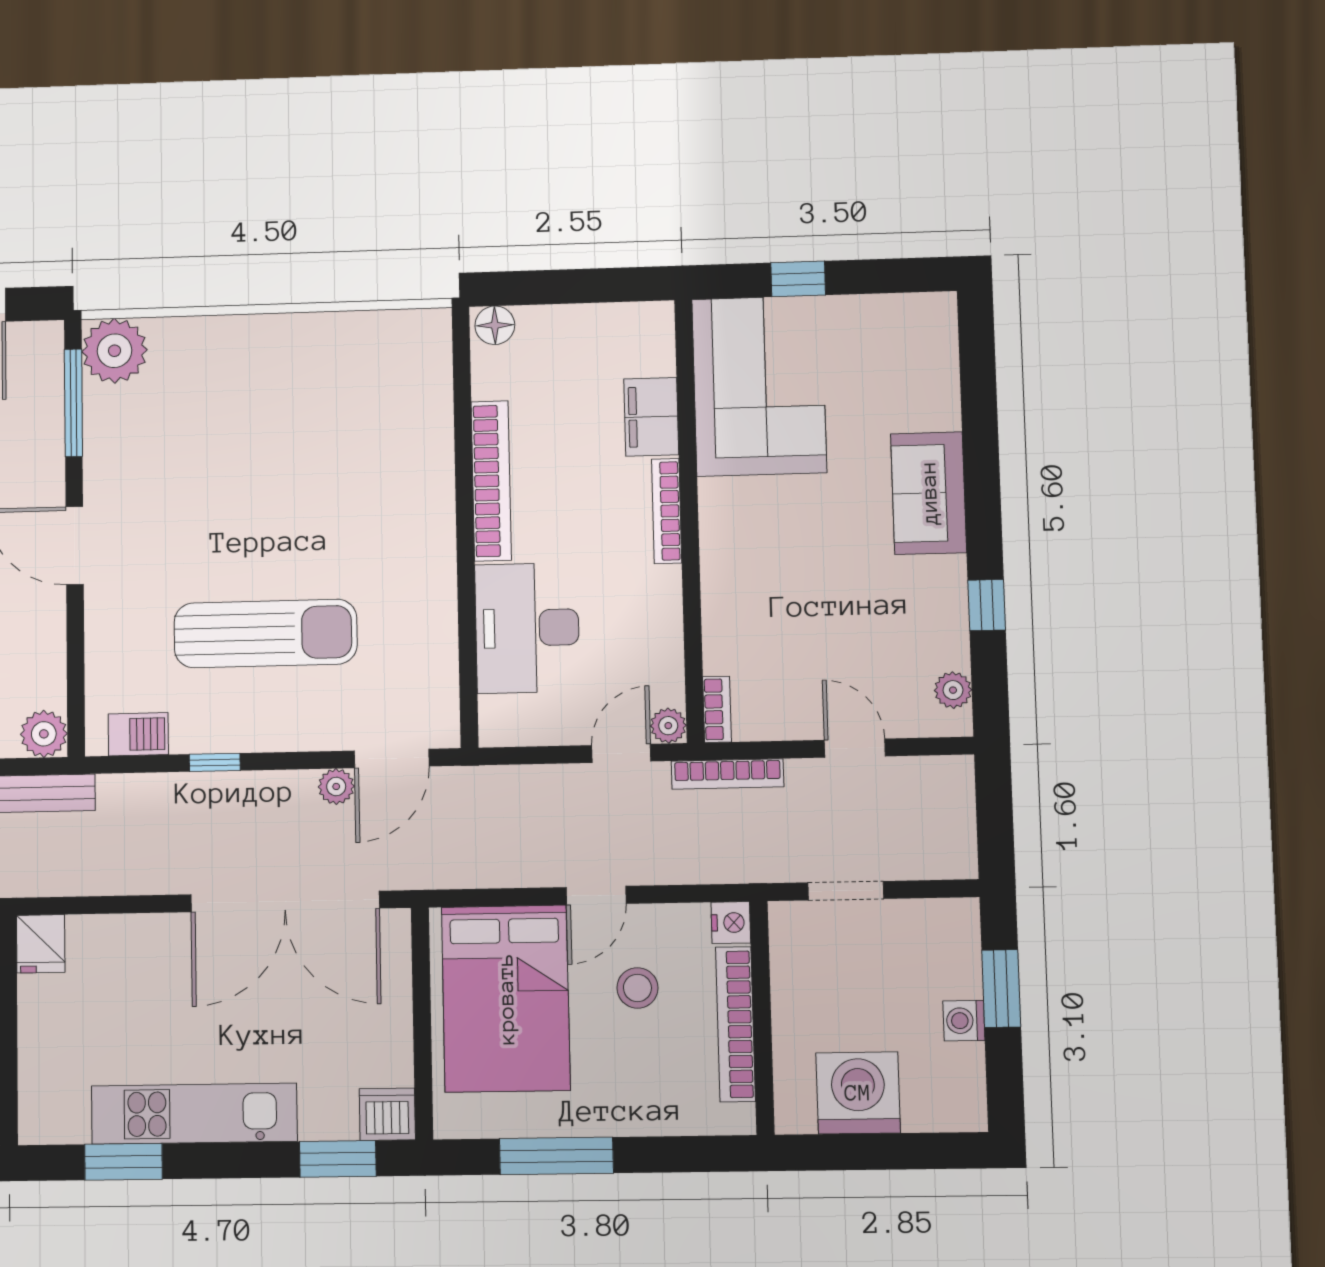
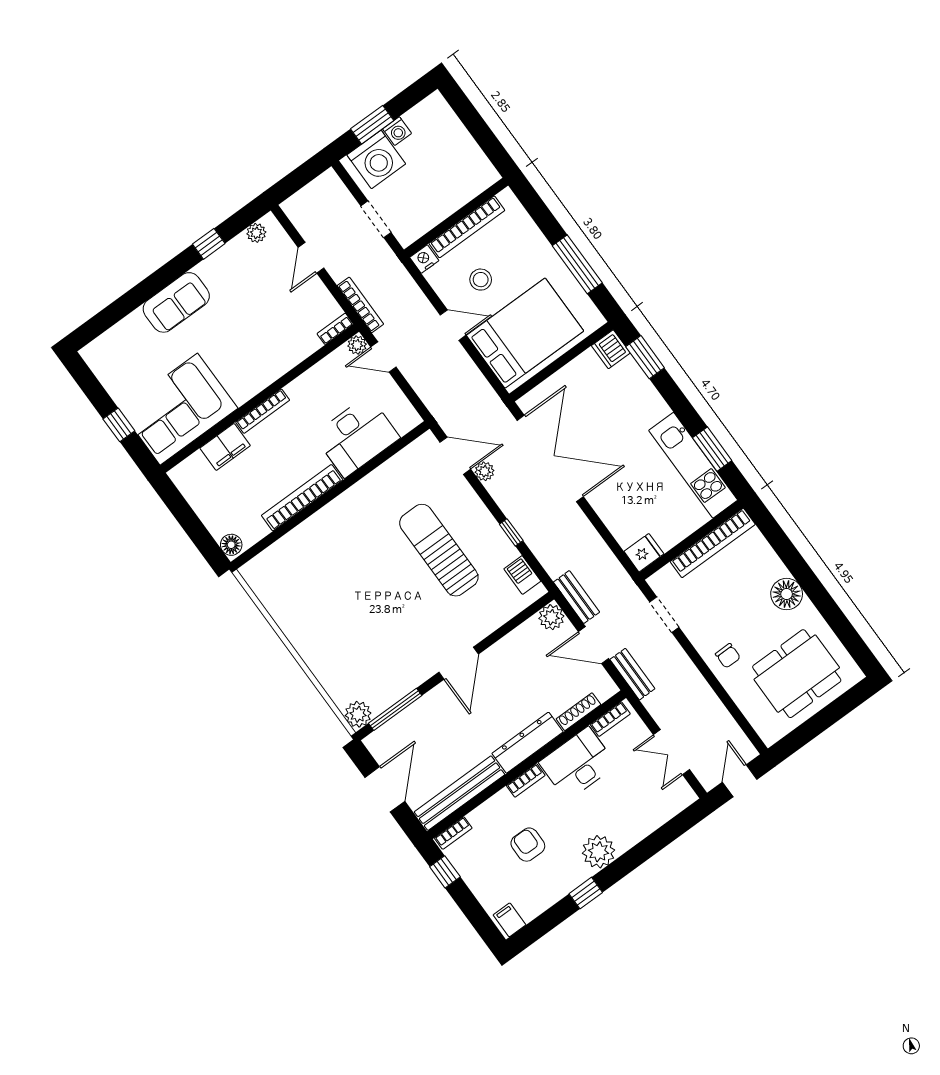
plant: (115, 351) -> (358, 714), width x0.73, depth x0.73
washing machine: (858, 1093) -> (376, 159), moved, turned -90
kitchen unit: (194, 1114) -> (693, 465), moved

